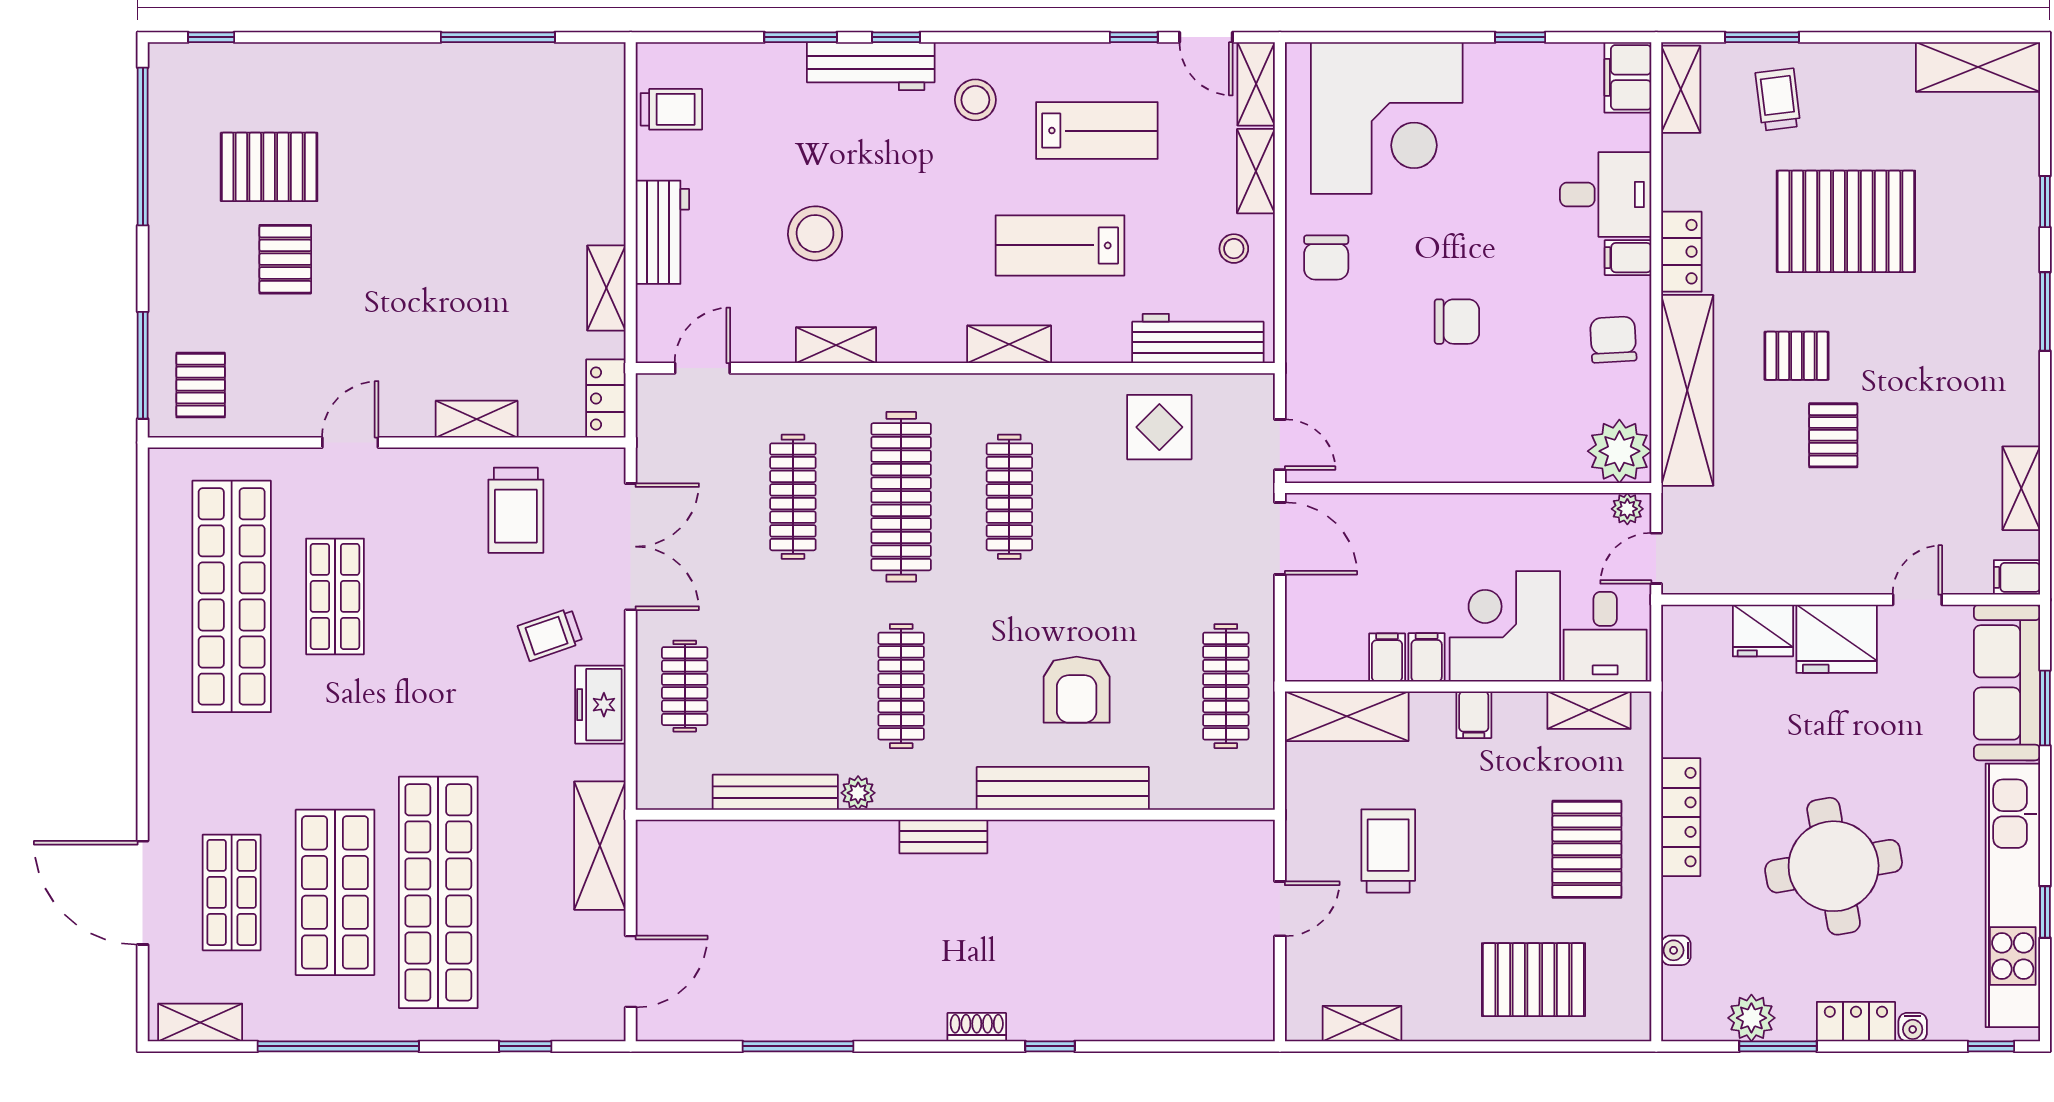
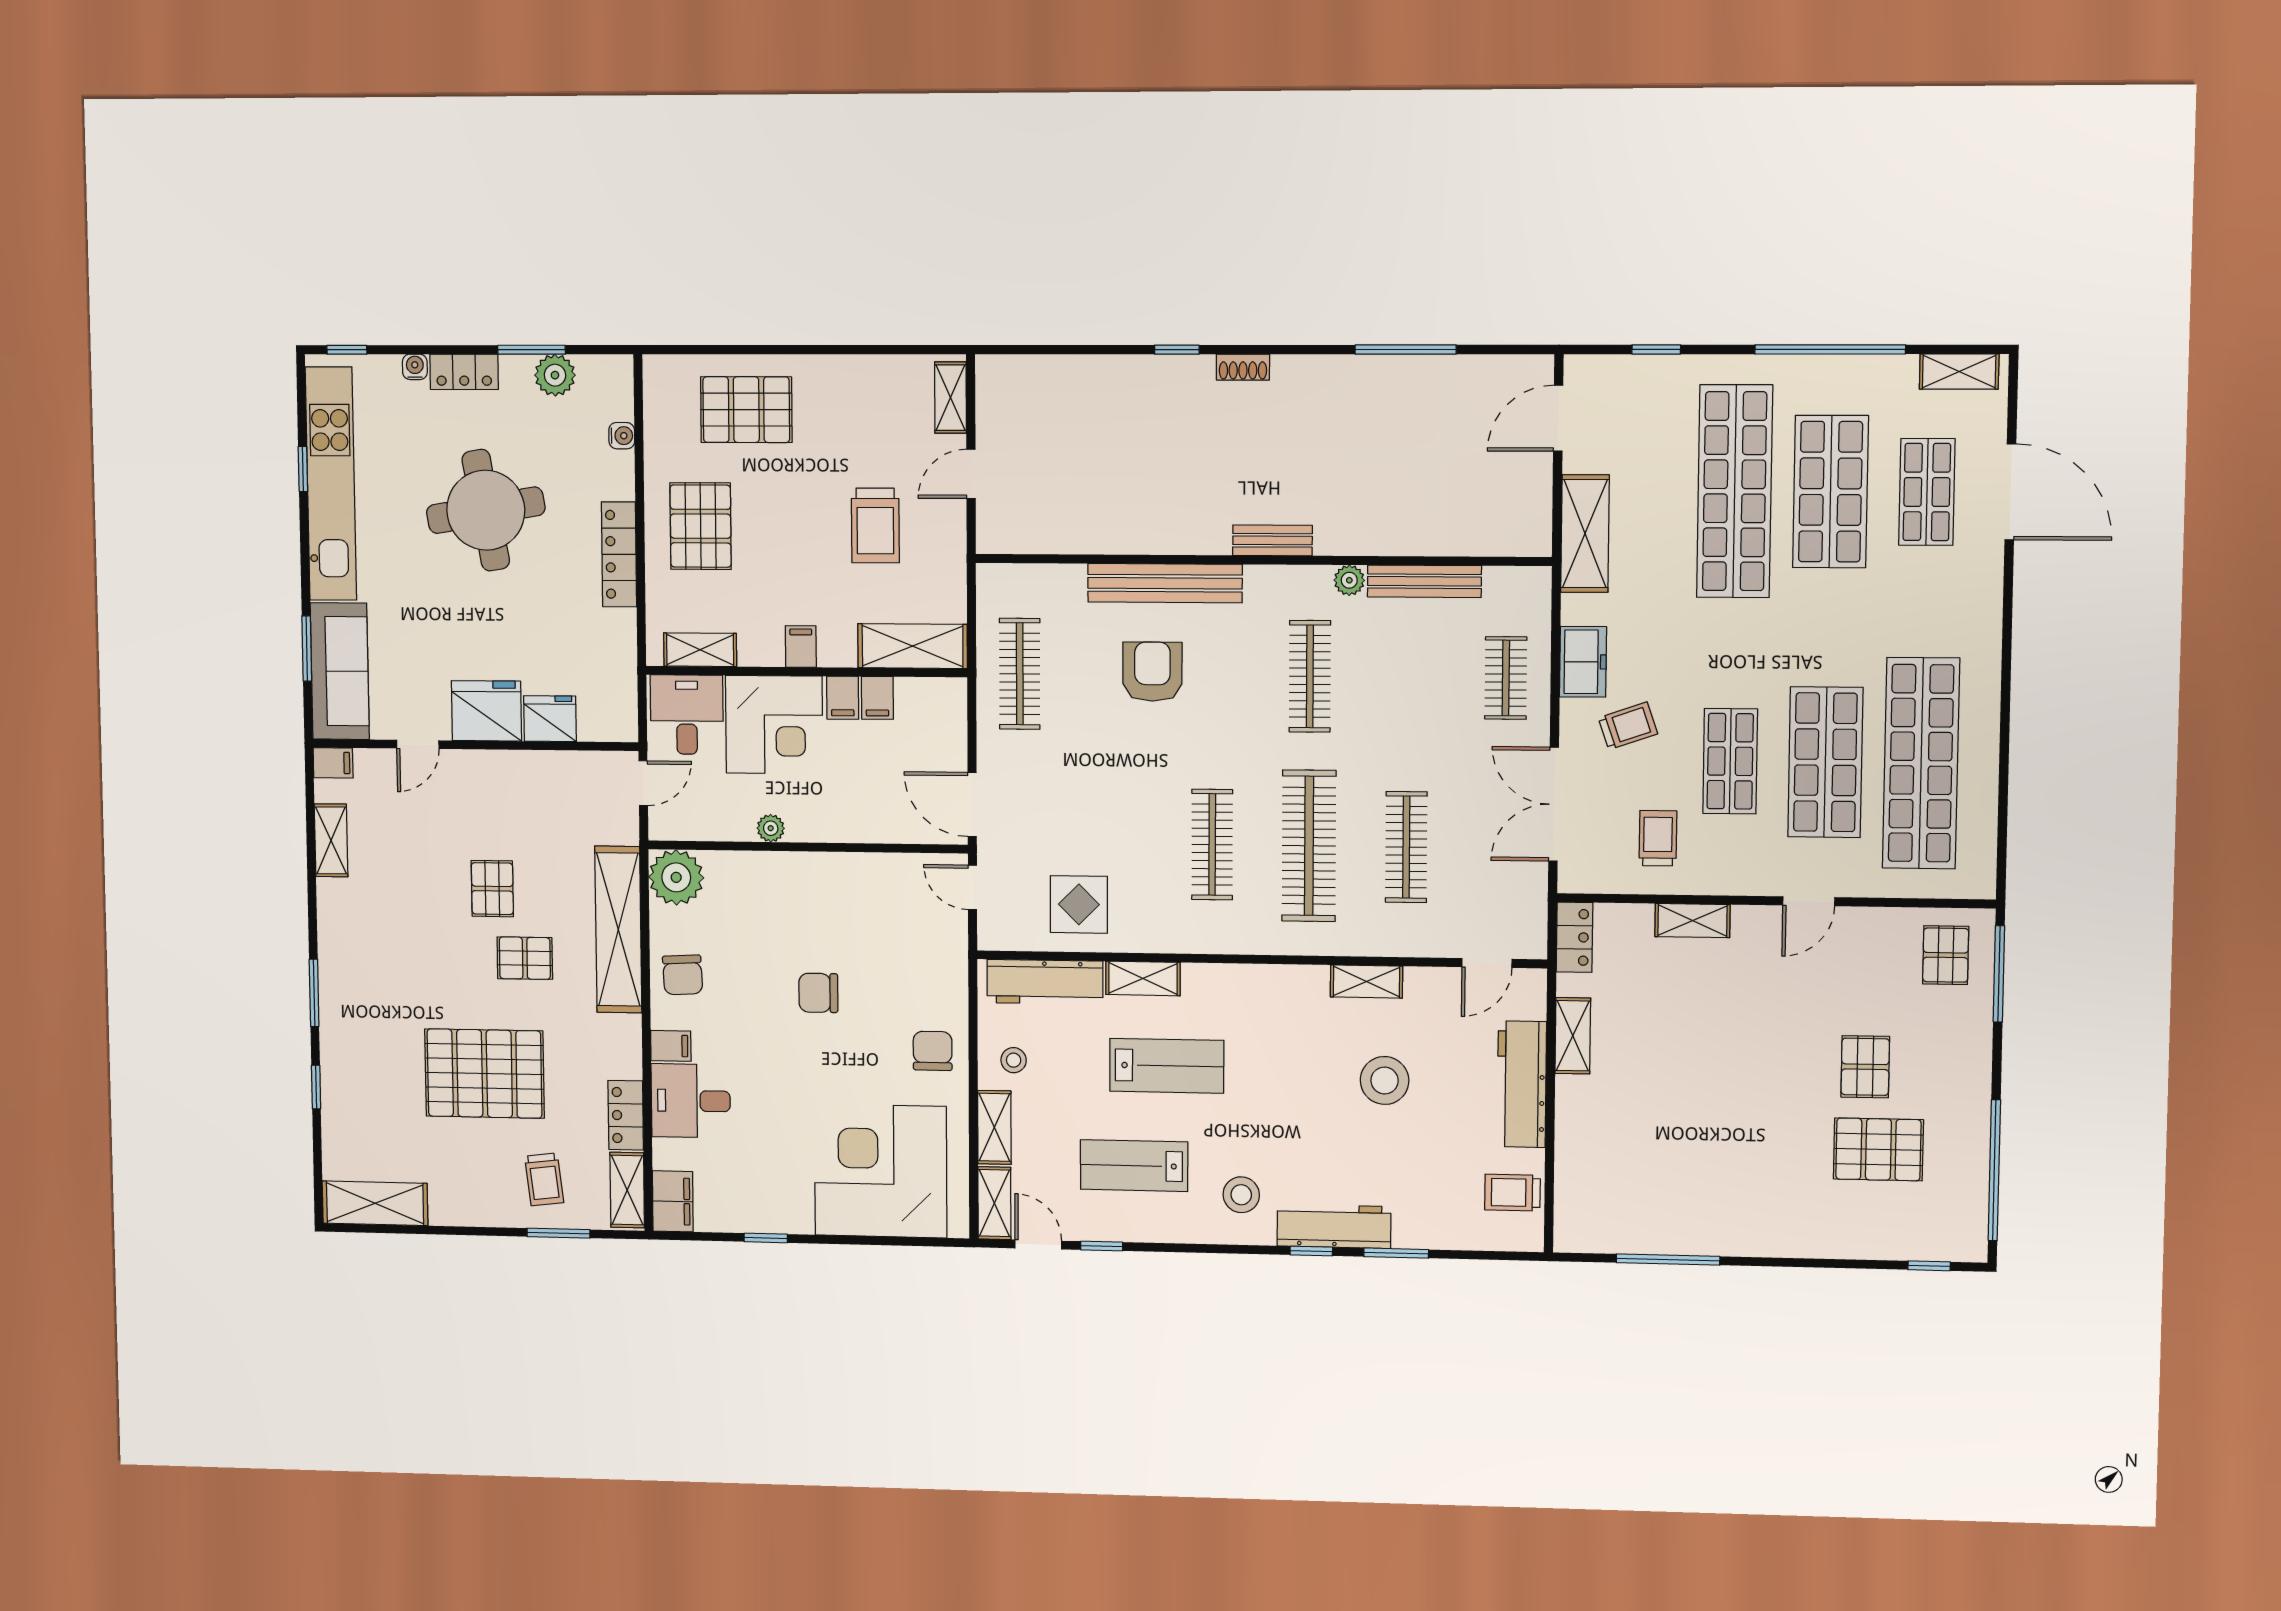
workbench: (662, 232) -> (1522, 1084), width x1.38
locker: (1681, 252) -> (626, 1115), moved
shelving: (1009, 344) -> (1143, 978), moved
plant: (1627, 509) -> (771, 828), moved
trolley: (516, 510) -> (1658, 838), width x0.73, depth x0.72
shop shelf: (335, 596) -> (1825, 762), width x1.43, depth x1.36
shop shelf: (438, 596) -> (1730, 761), added
shelving: (1362, 1024) -> (951, 398), moved, turned 90

